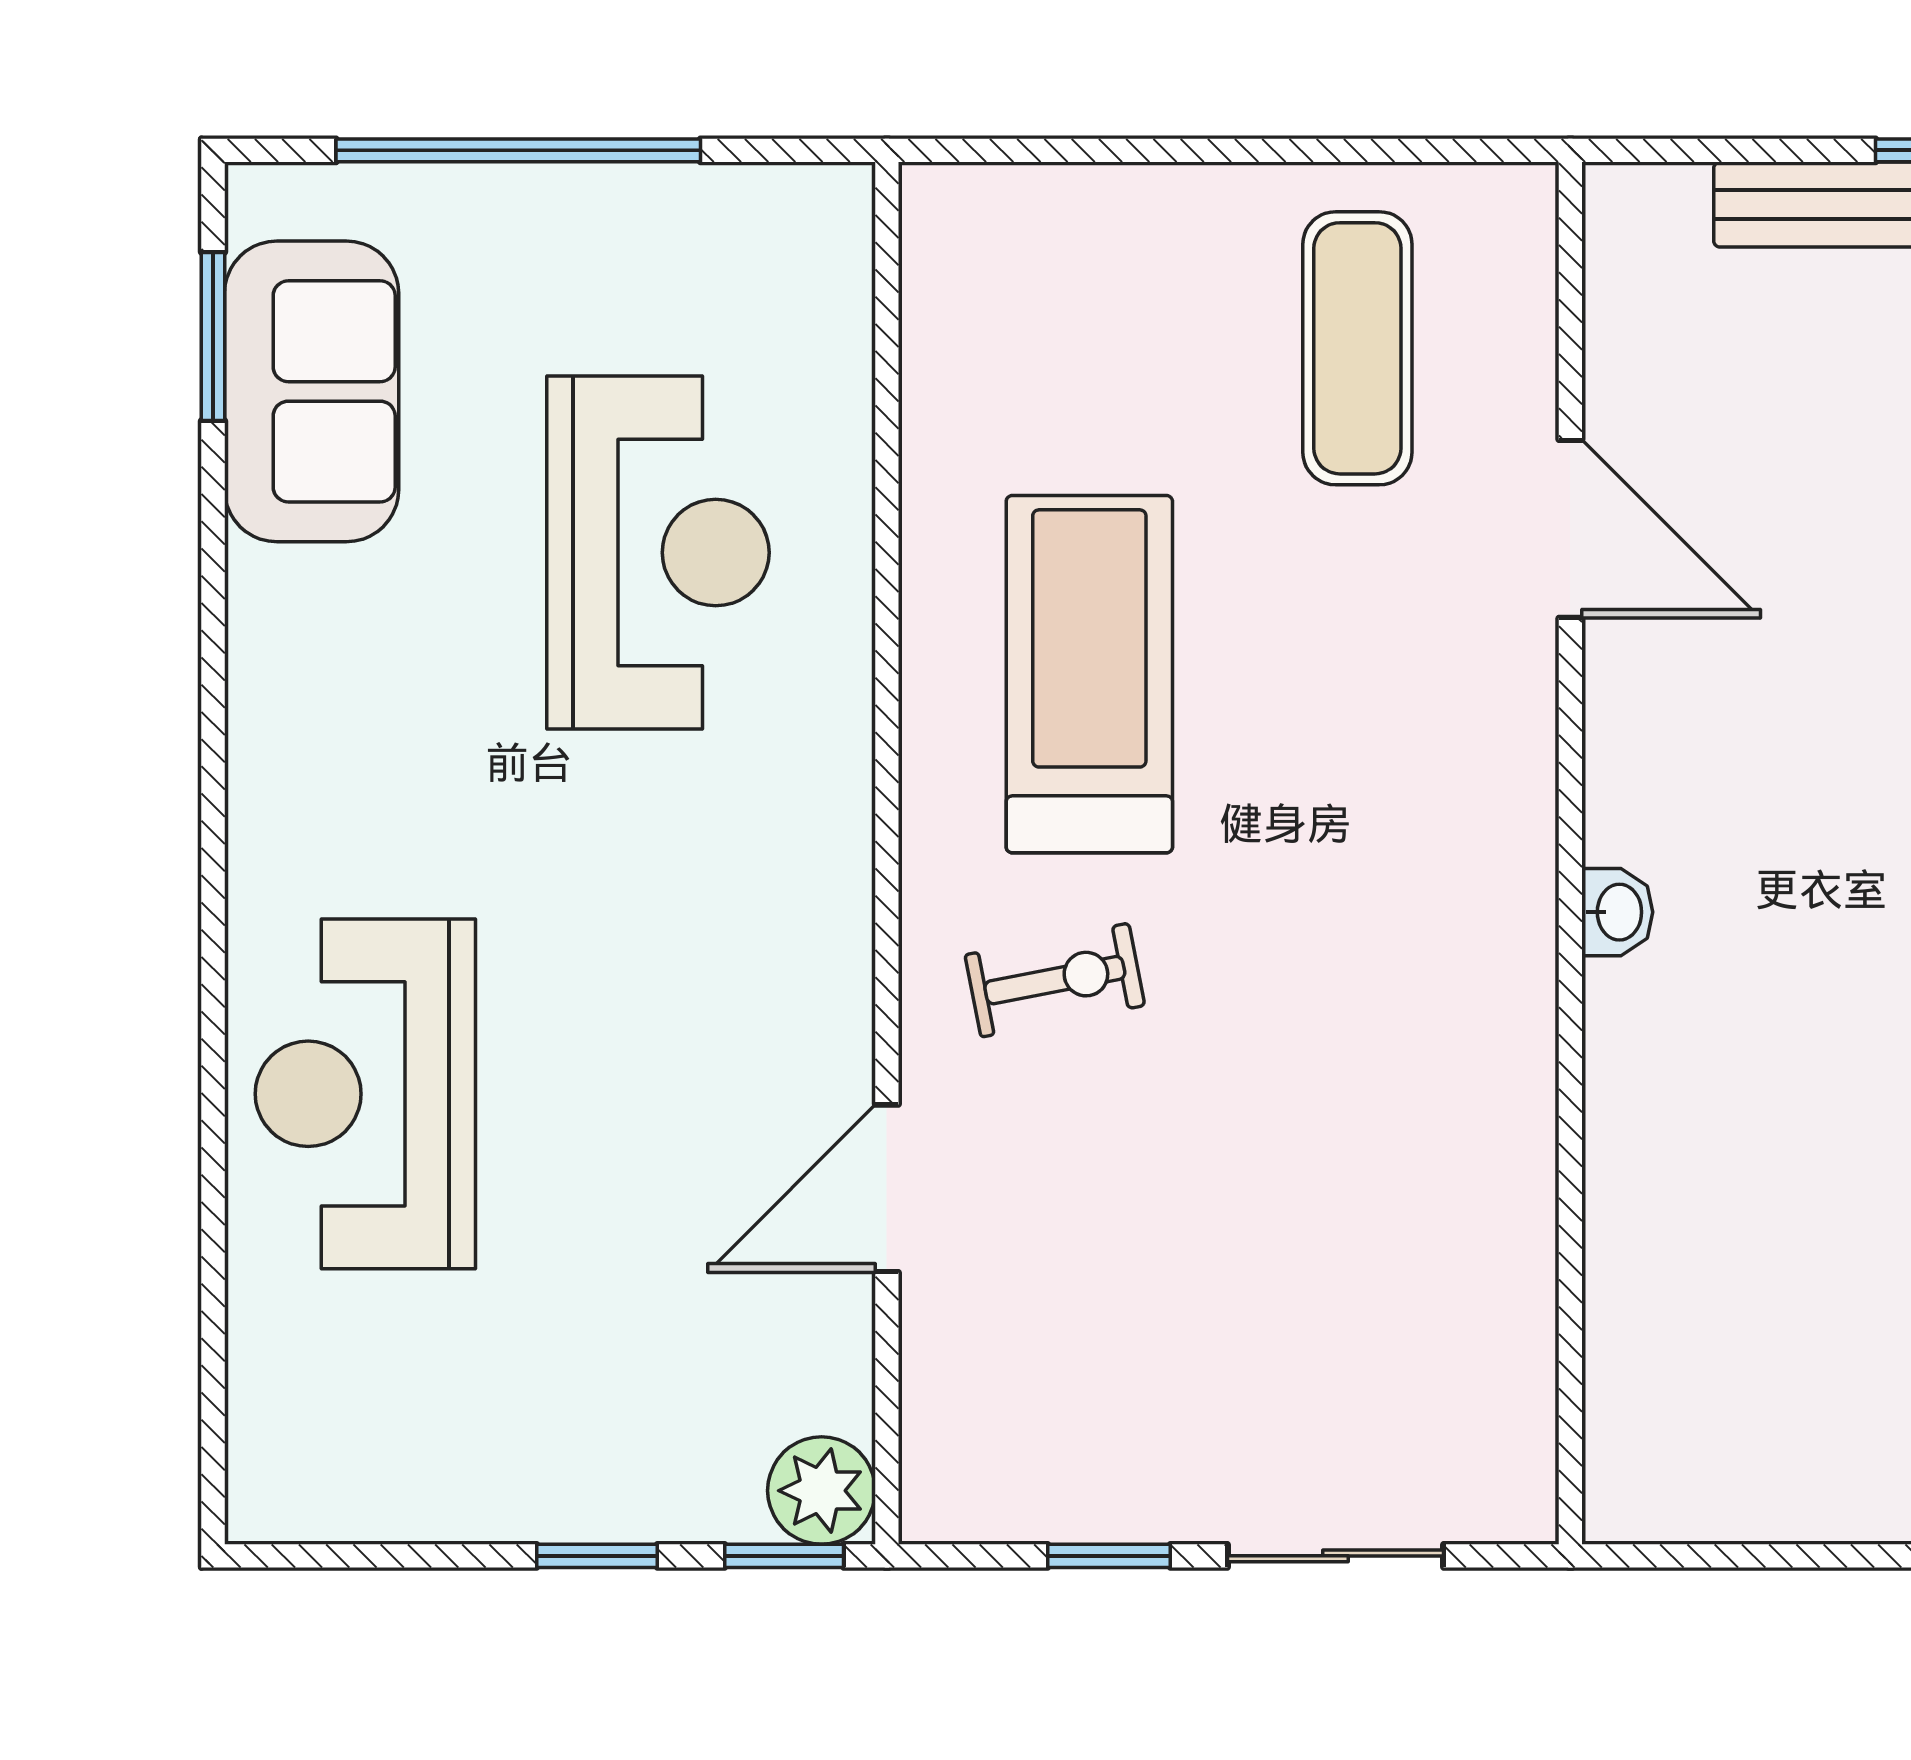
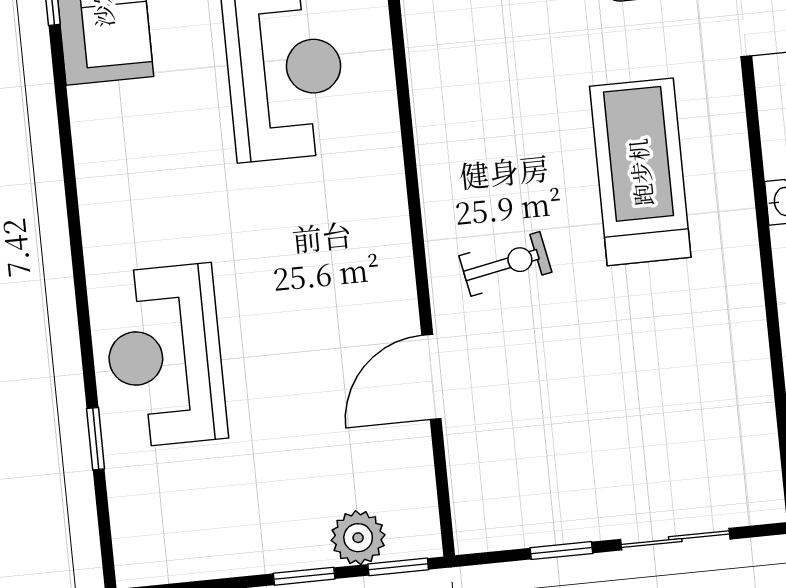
treadmill: (1089, 674) -> (640, 172), moved
window: (213, 1244) -> (96, 439), added
plant: (822, 1491) -> (358, 538), moved

